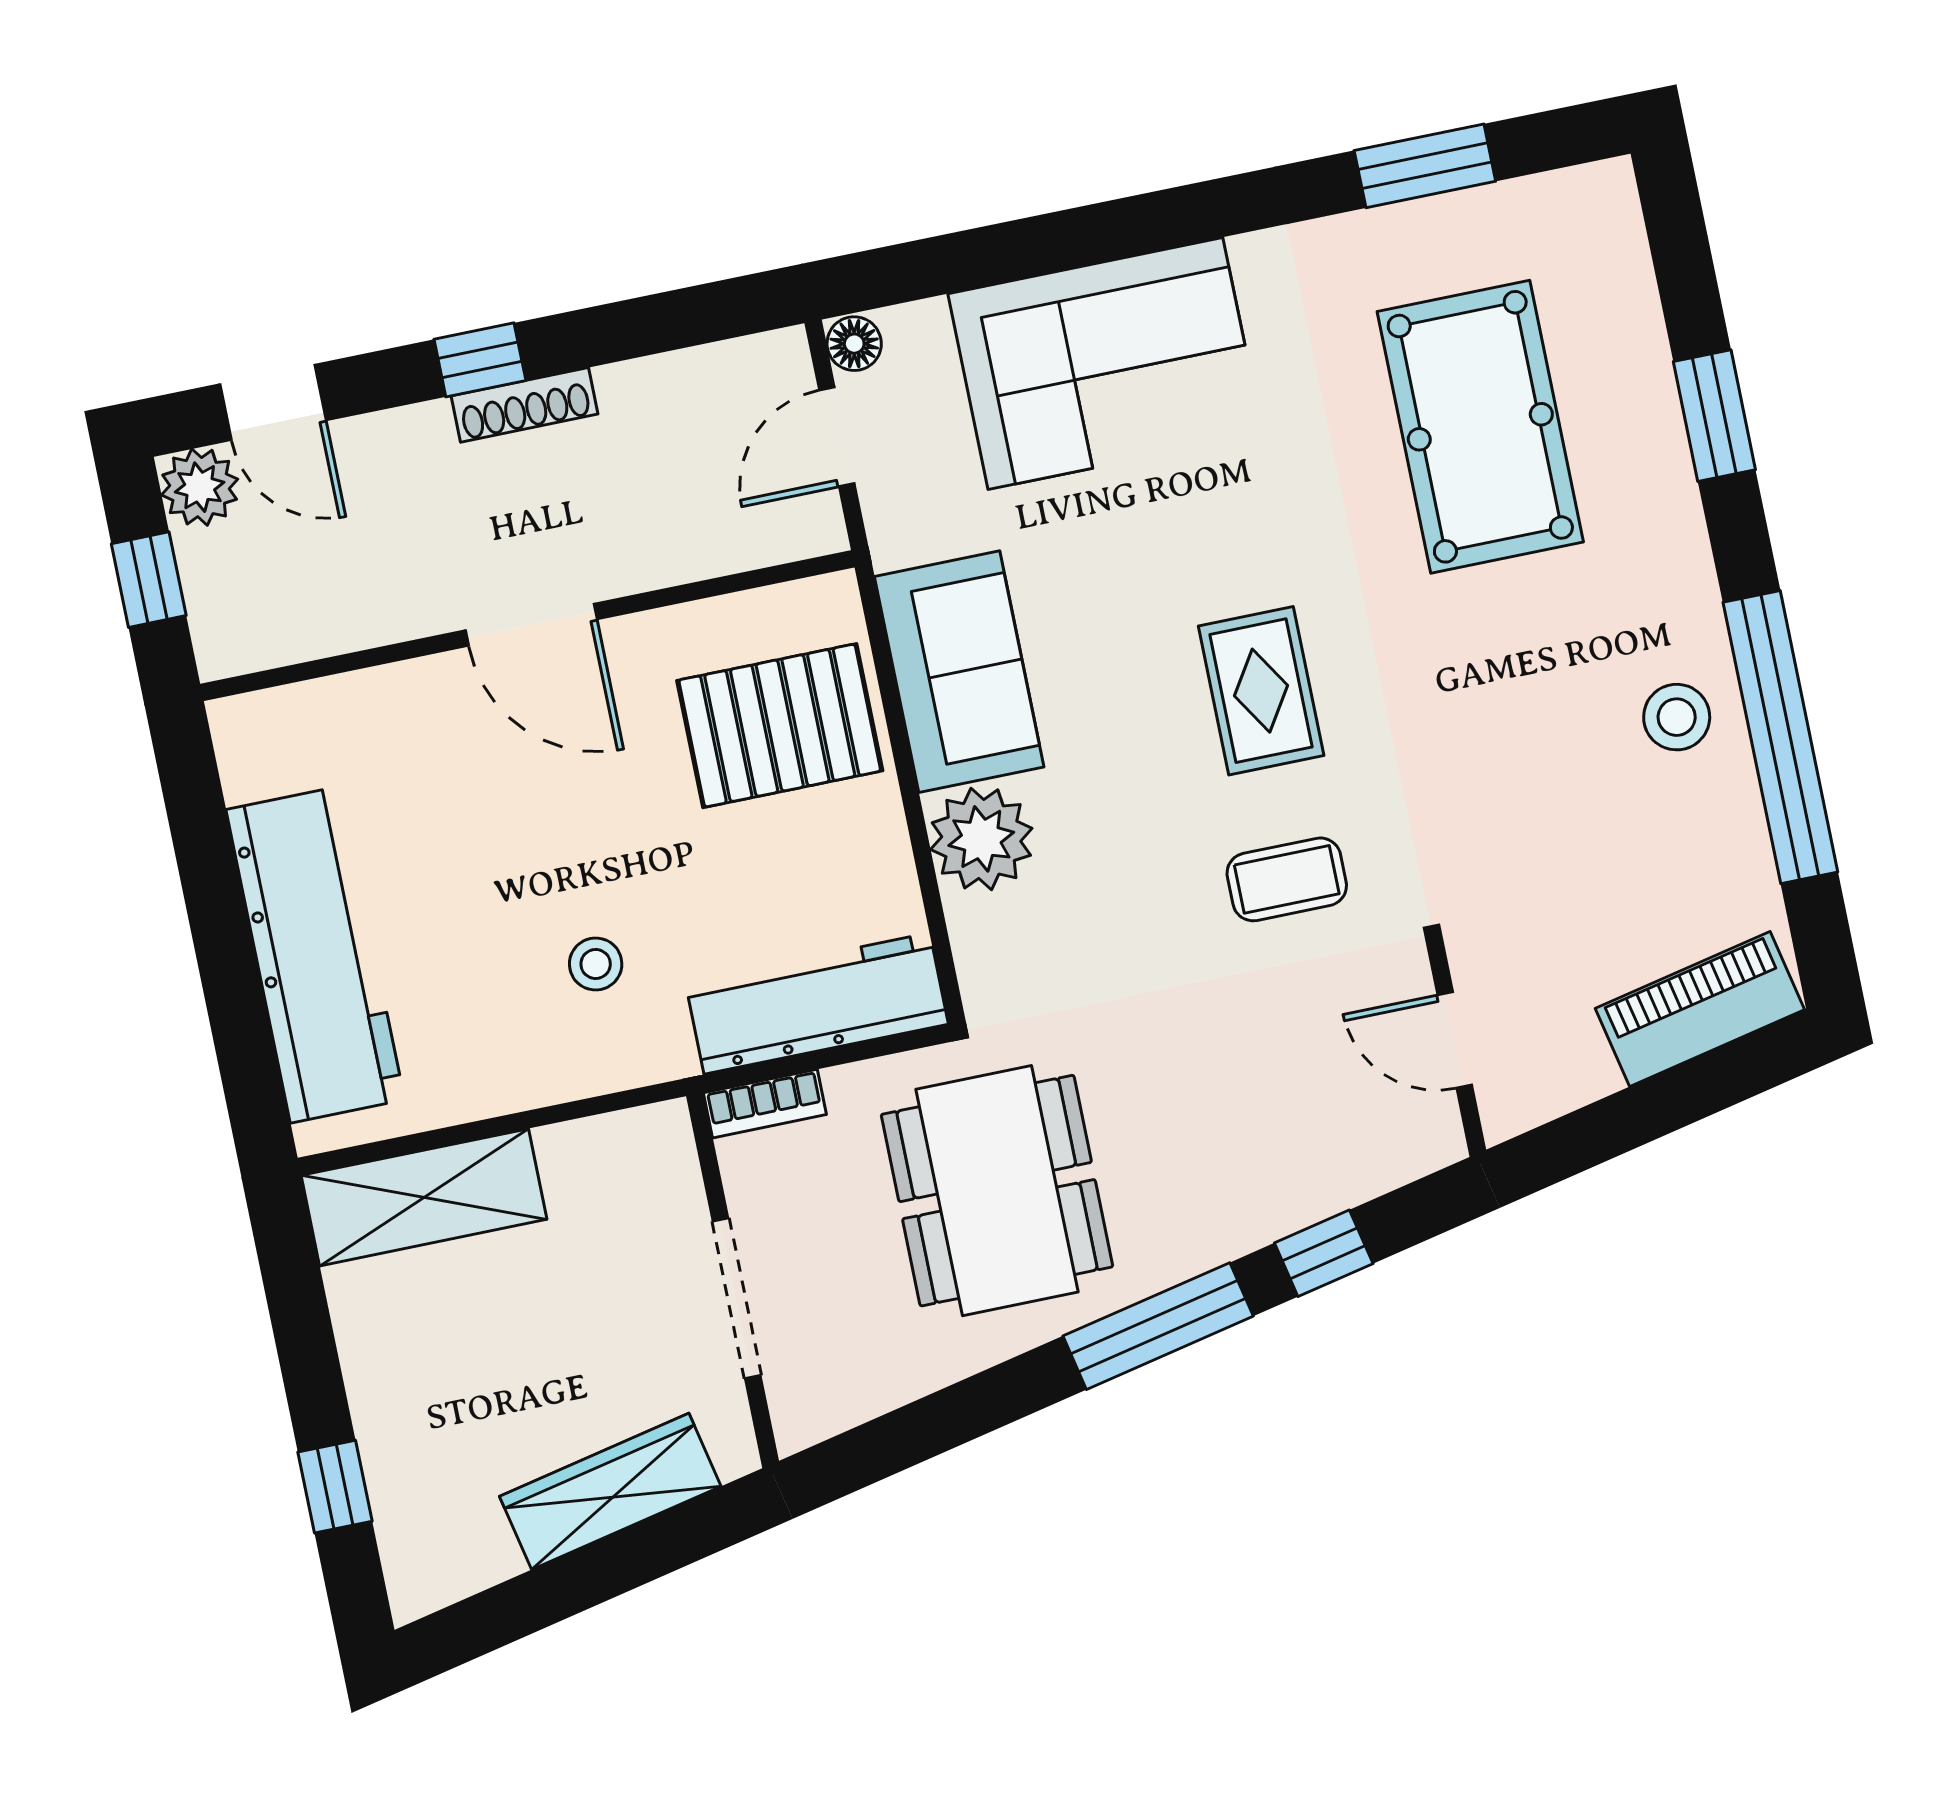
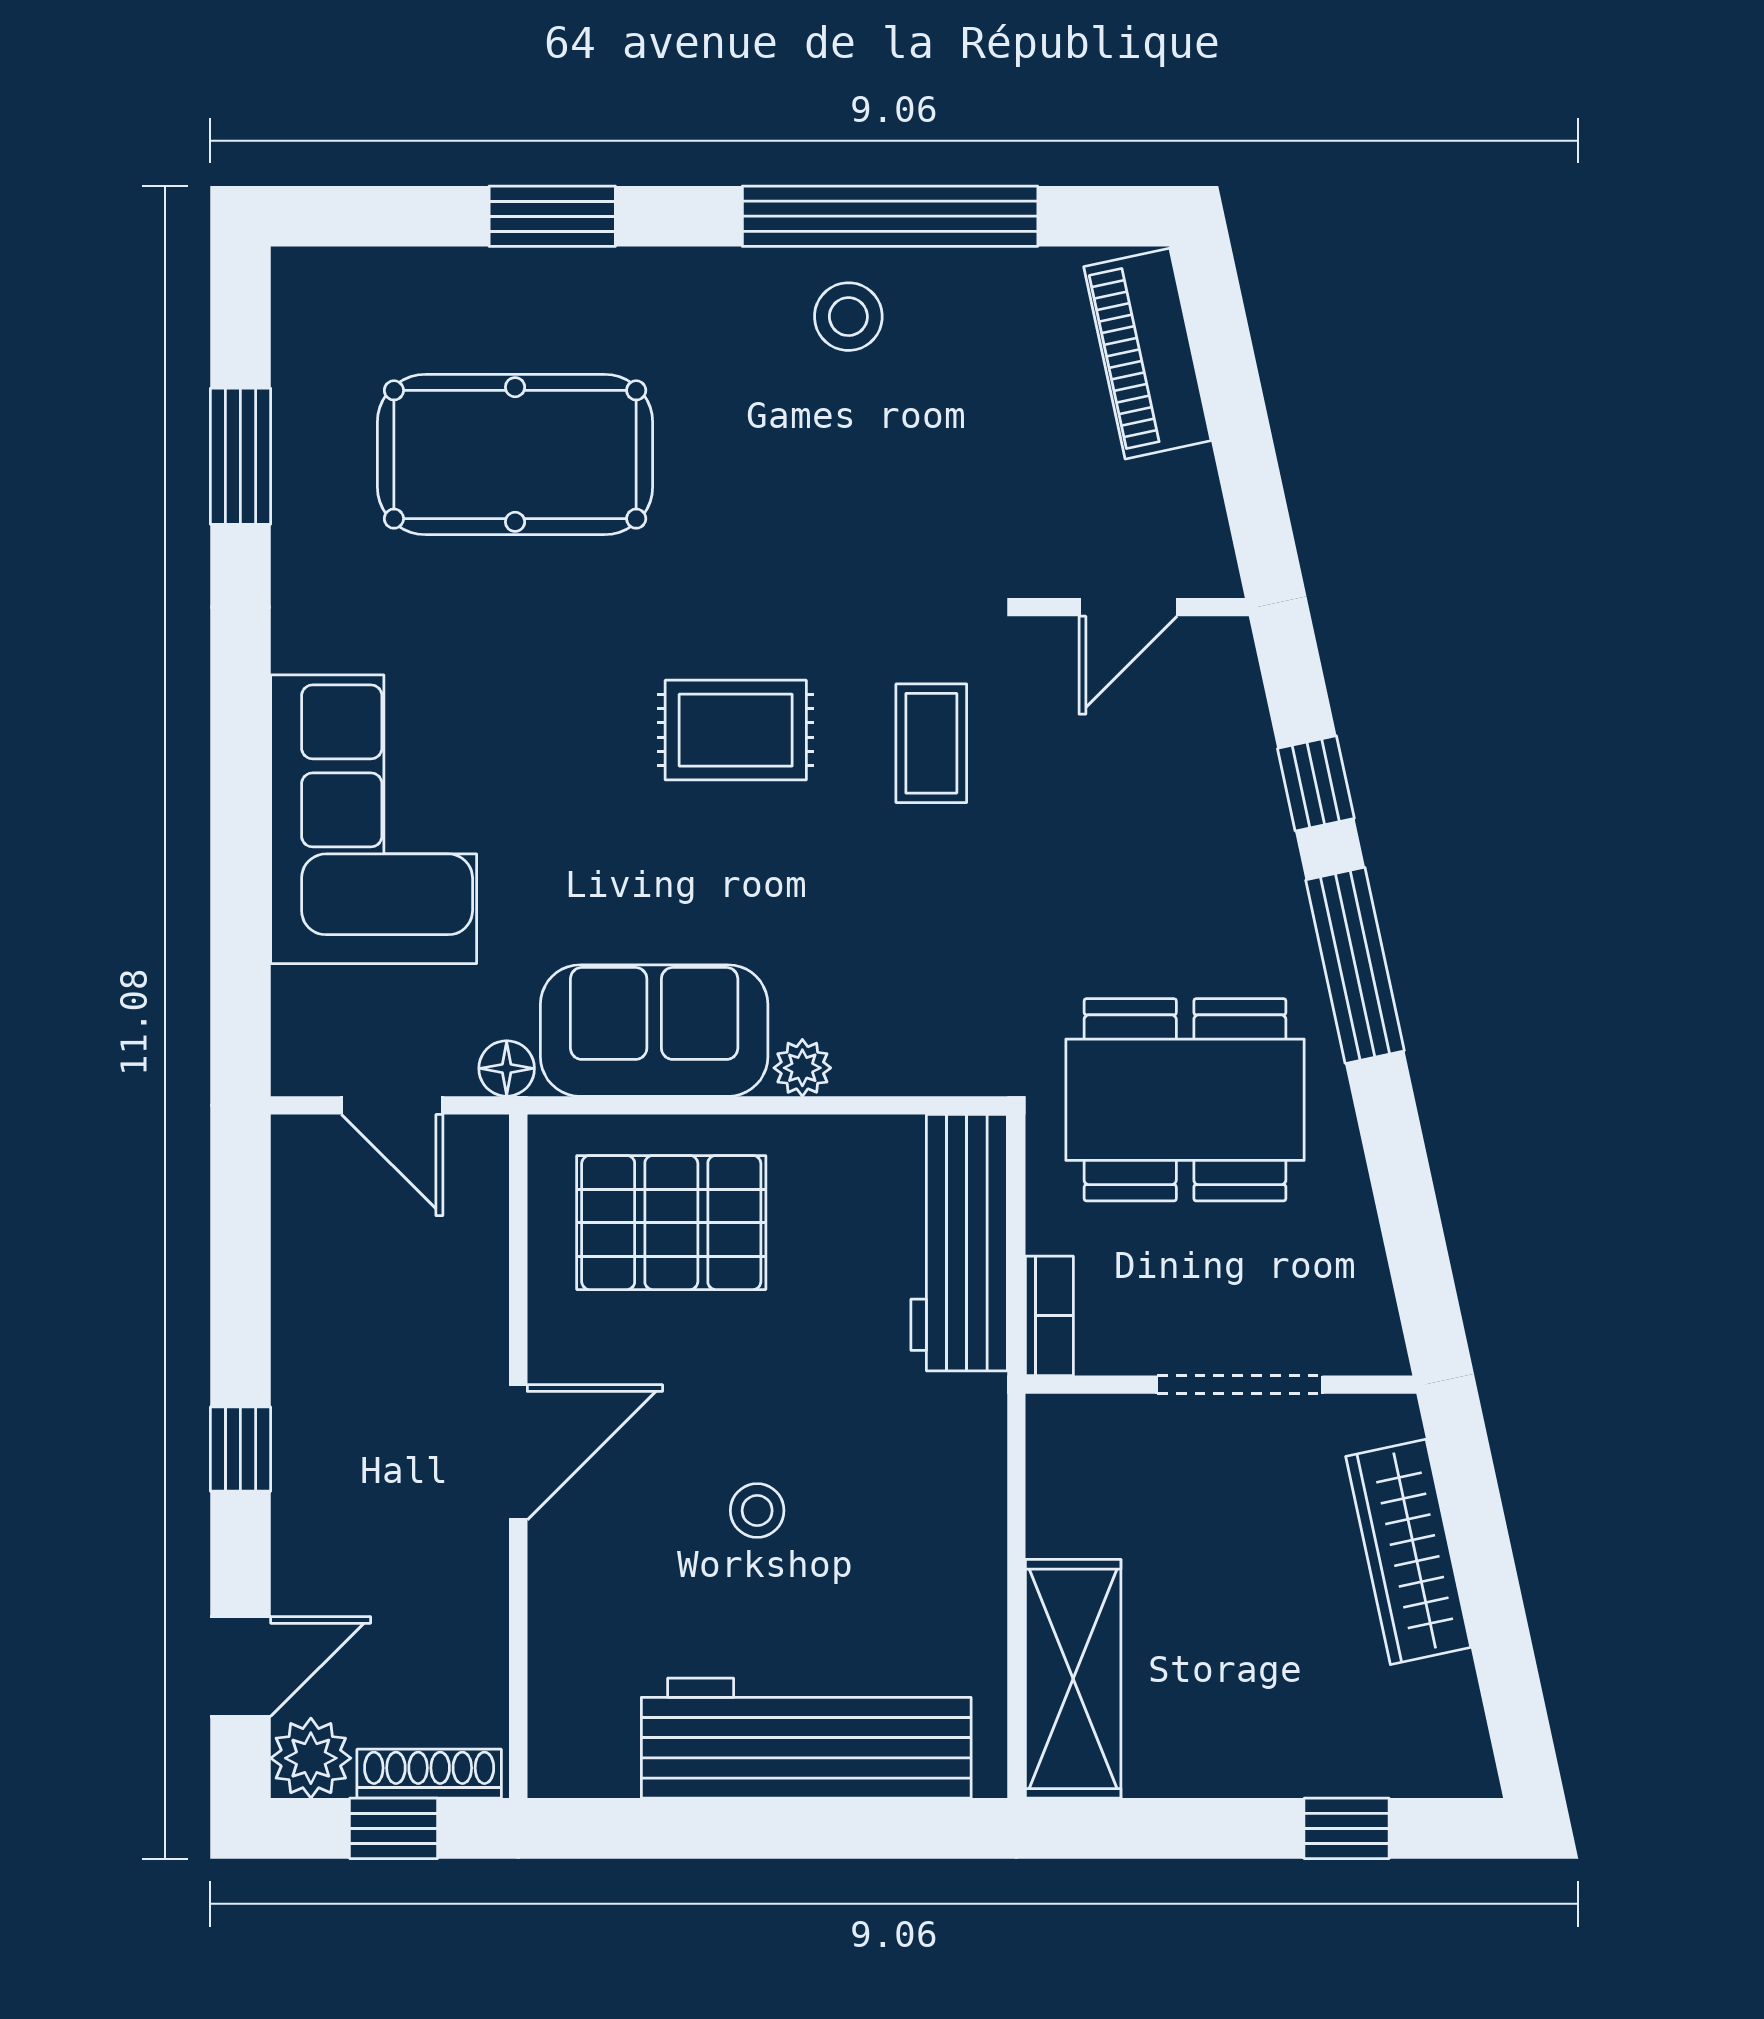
floor lamp: (854, 344) -> (507, 1068), moved
shoe rack: (524, 405) -> (429, 1774), moved, turned -90
pallet: (780, 726) -> (671, 1223), turned 90
plant: (981, 839) -> (802, 1068), width x0.53, depth x0.53
stool: (596, 964) -> (757, 1511), moved

